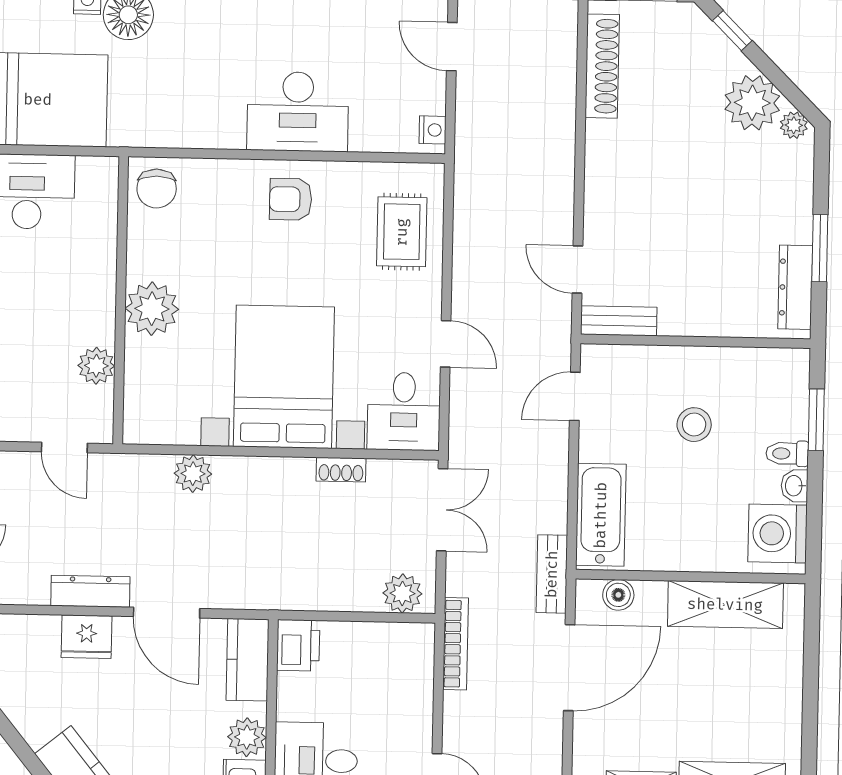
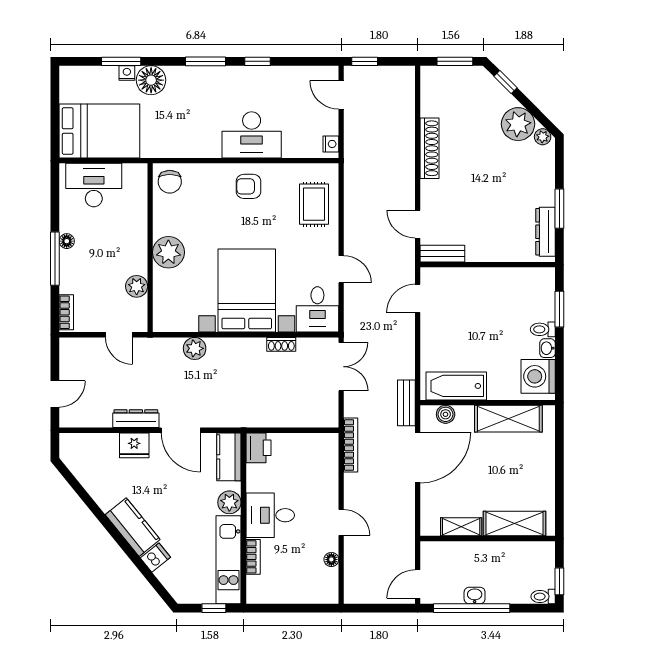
shoe rack: (602, 66) -> (430, 148), moved
stool: (694, 425) -> (488, 314), removed
bathtub: (601, 515) -> (456, 386), moved, turned -90
plant: (402, 593) -> (319, 416), removed

